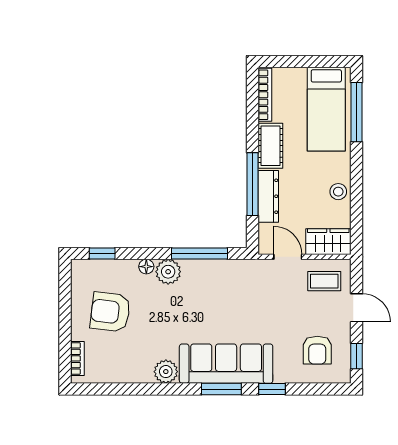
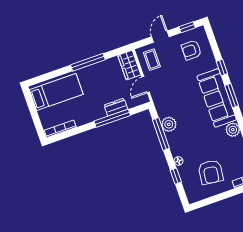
window: (356, 112) -> (88, 62), moved
cot: (270, 146) -> (87, 116), removed
stool: (338, 192) -> (100, 69), removed
dresser: (268, 196) -> (116, 107), width x0.70
window: (102, 253) -> (176, 176), moved
plant: (168, 272) -> (169, 124), moved
armchair: (317, 350) -> (191, 50), turned 180

